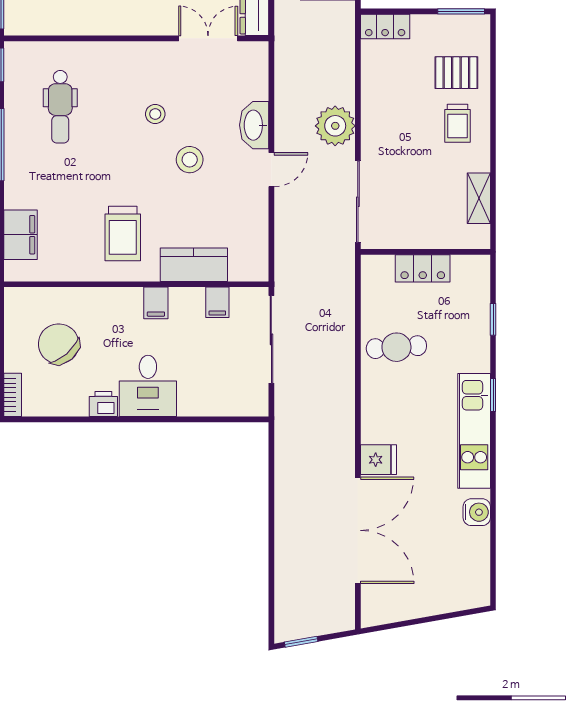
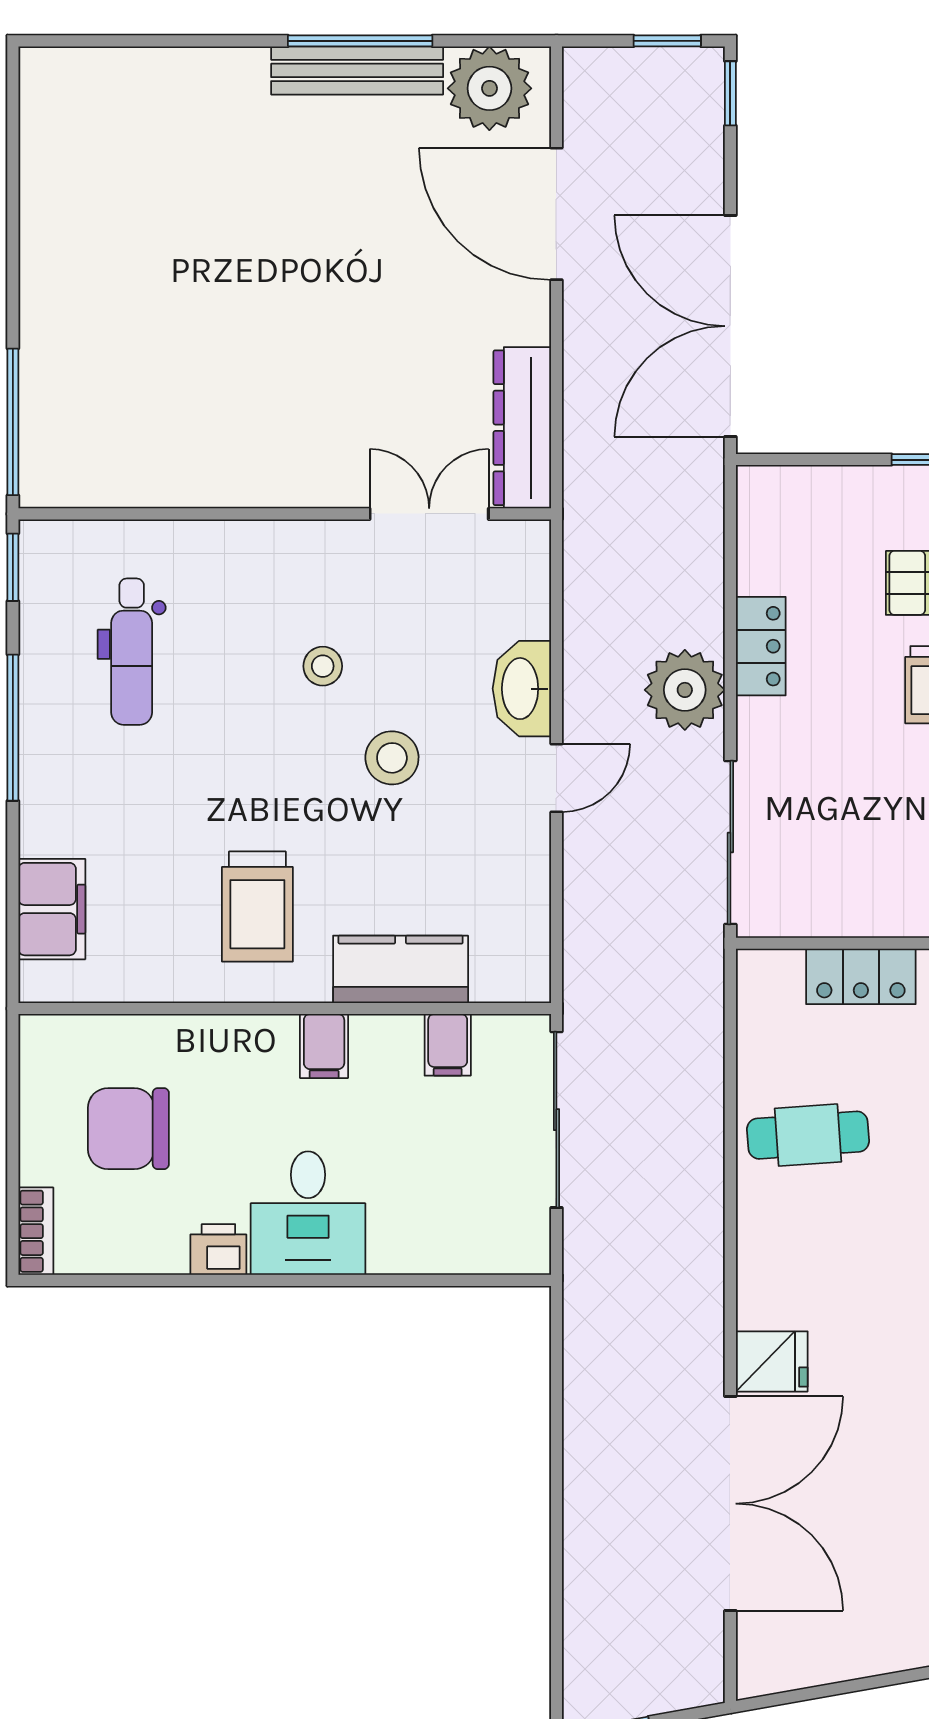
locker: (385, 26) -> (761, 646), moved, turned -90
chair: (59, 344) -> (128, 1129), turned -49

